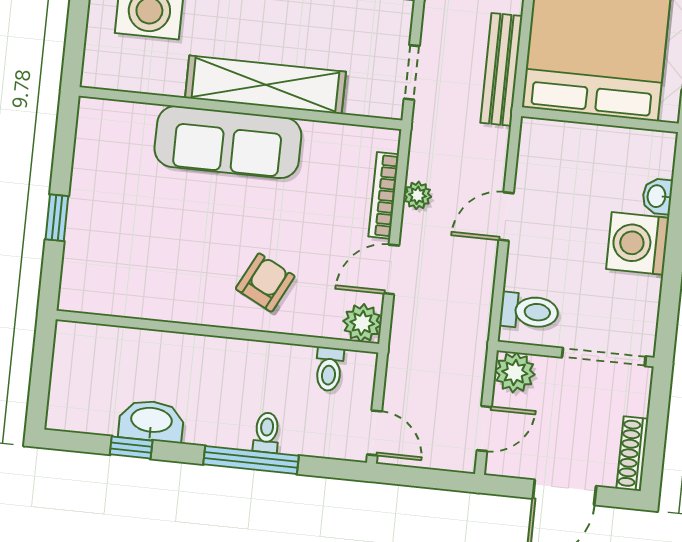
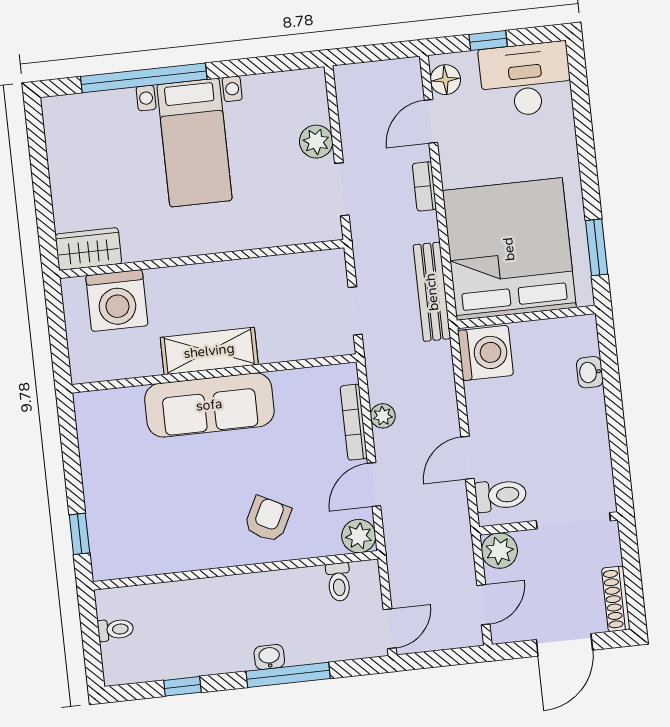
shelving: (265, 85) -> (209, 351), width x0.68
door: (506, 216) -> (467, 458), moved
window: (57, 218) -> (79, 534), moved
washing machine: (638, 243) -> (485, 353), moved, turned 180
washbasin: (151, 421) -> (269, 657), moved, width x0.52, depth x0.69
toilet: (267, 433) -> (115, 630), moved, turned 90
door: (375, 433) -> (390, 629), hinge flipped

